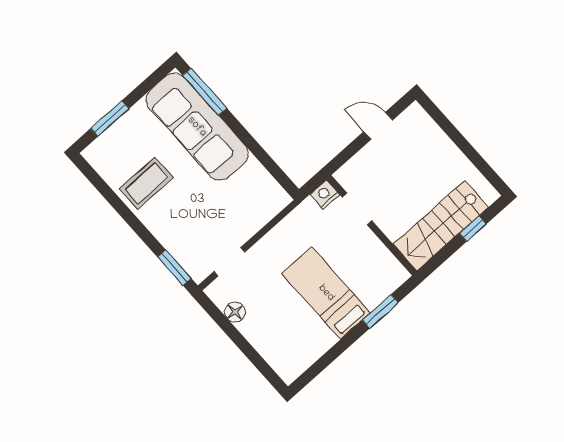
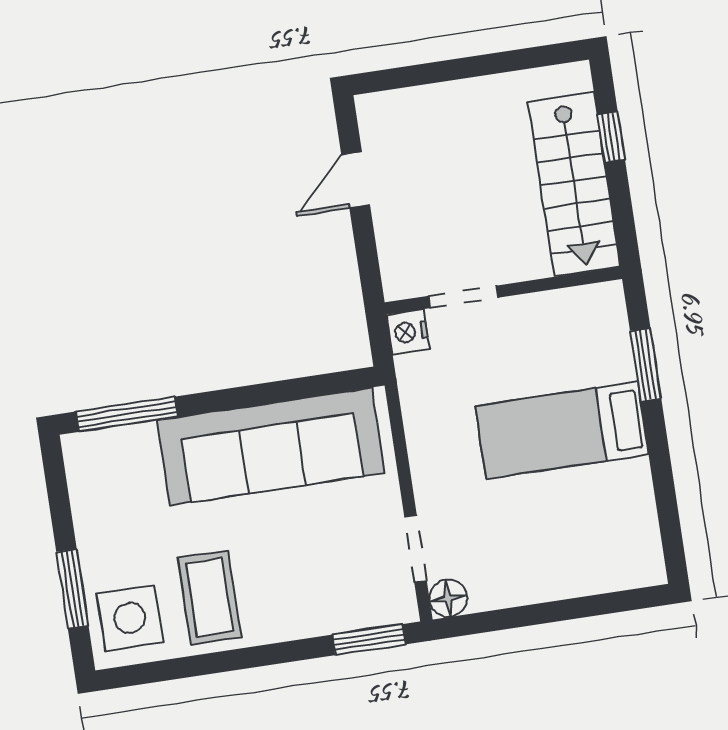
sofa: (197, 127) -> (271, 447), moved
side table: (114, 153) -> (130, 618), added
floor lamp: (235, 312) -> (448, 598), moved

